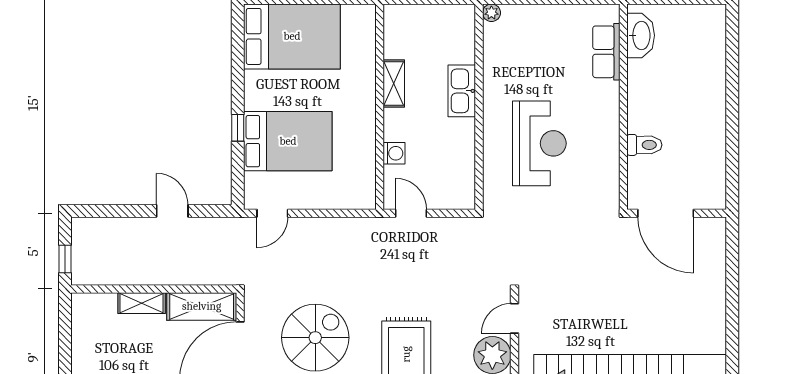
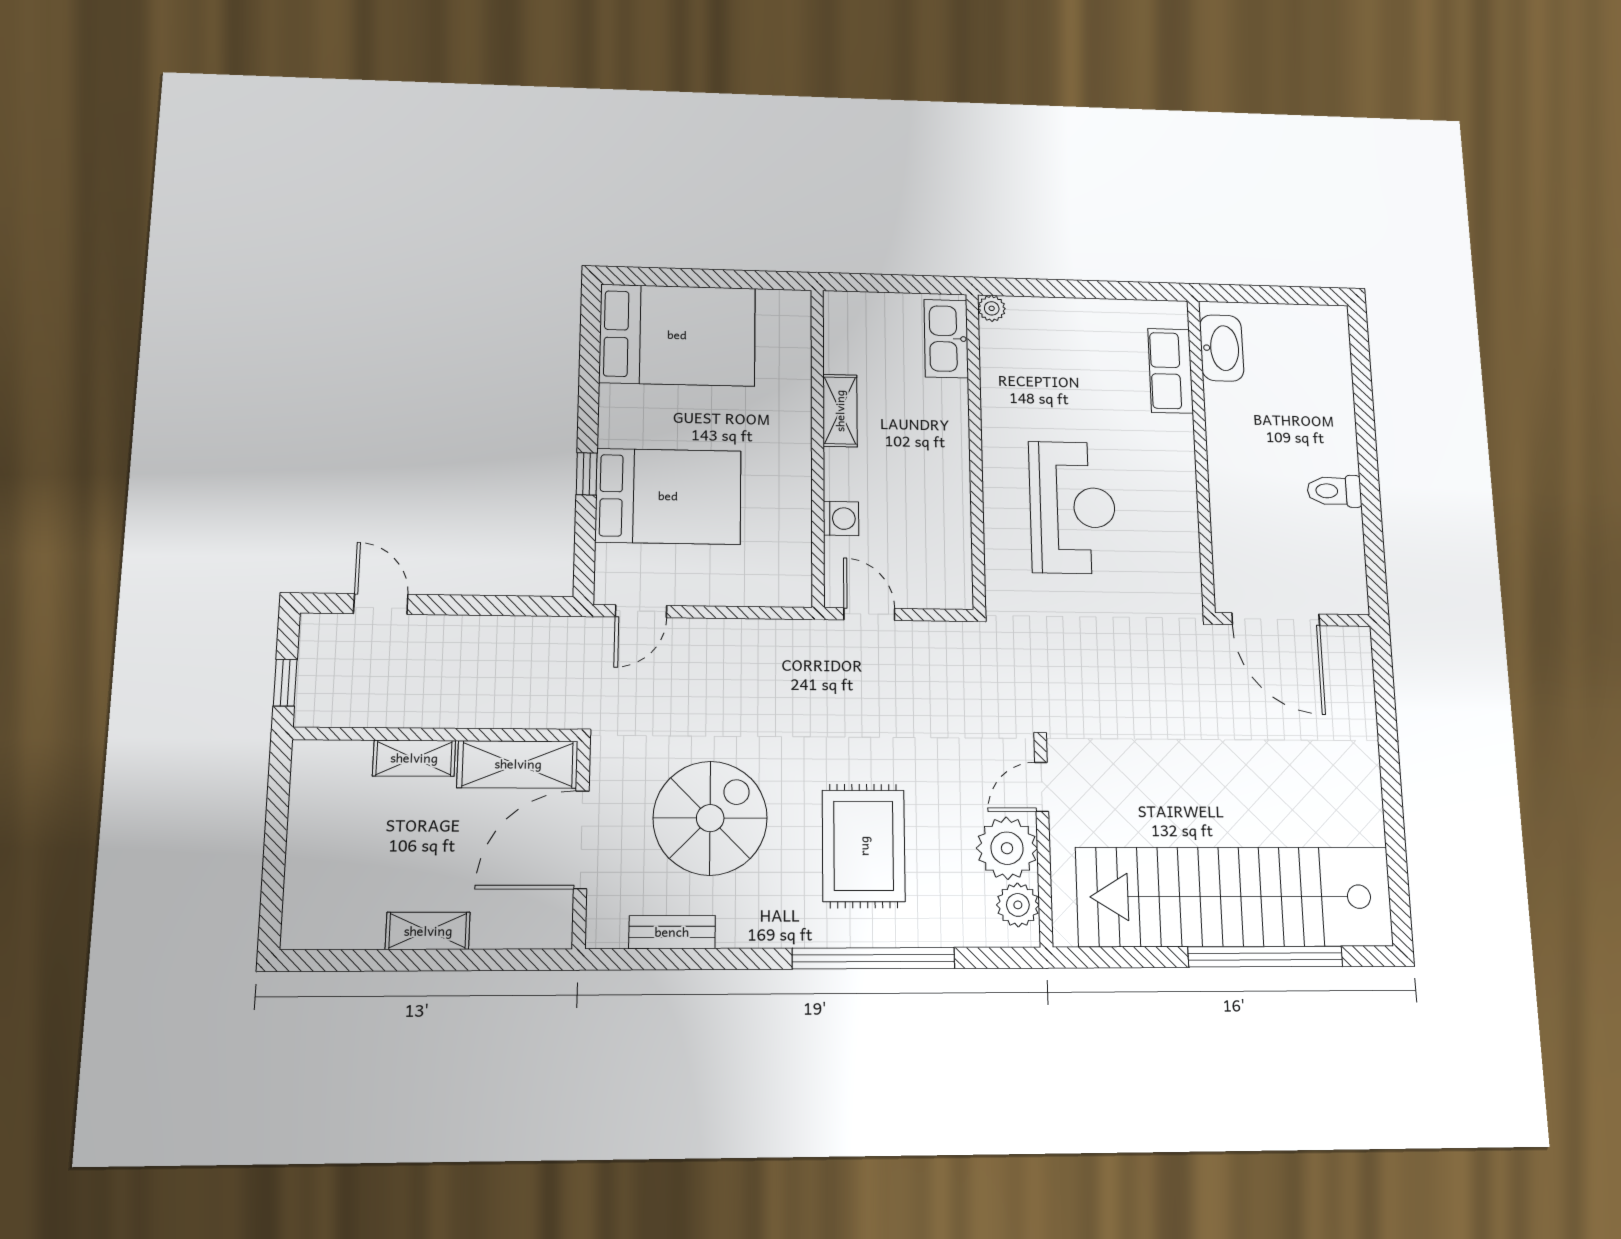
kitchen sink: (462, 91) -> (946, 339), moved
toilet: (644, 145) -> (1334, 491), moved, turned 180
door: (172, 211) -> (381, 604), moved

